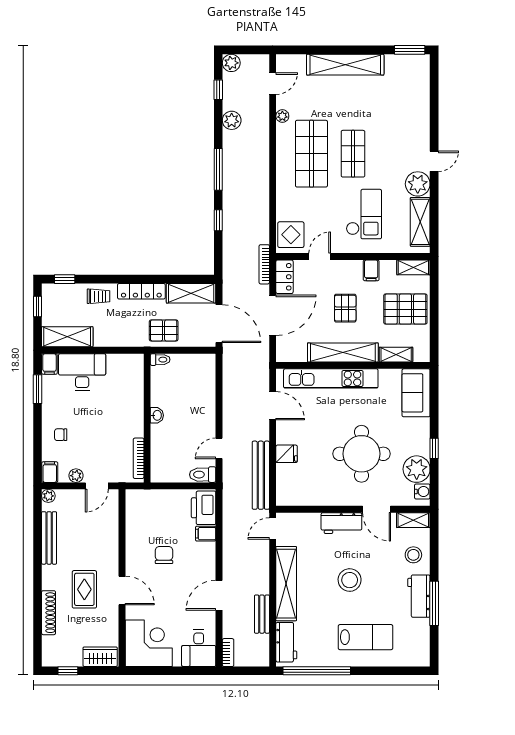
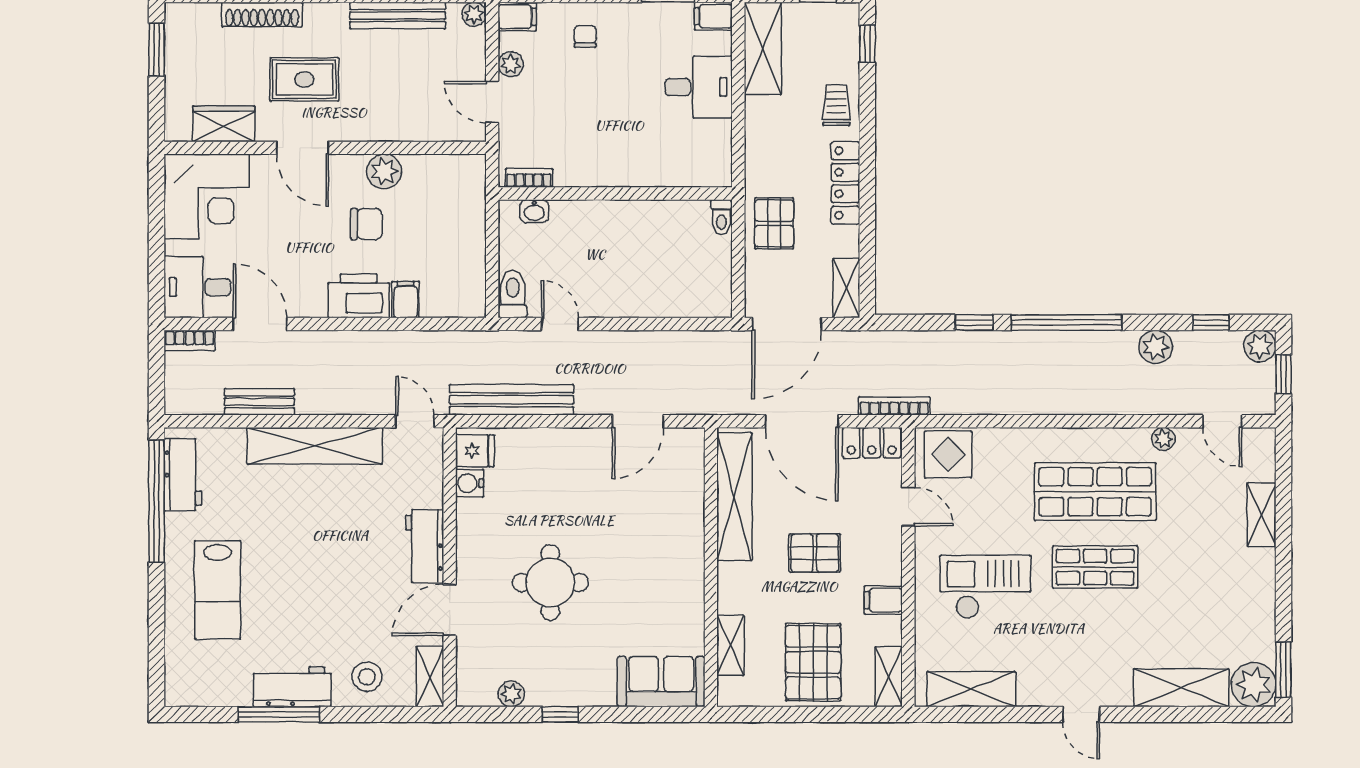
window: (247, 50) -> (1283, 374), added
shelving: (345, 65) -> (1262, 515), width x0.45, depth x0.75
shelving: (419, 106) -> (1181, 688), added
window: (218, 169) -> (1067, 323), width x1.46
plant: (418, 184) -> (1254, 685), moved
checkout: (364, 214) -> (985, 587), turned 180
shelving: (191, 293) -> (846, 288), width x0.67, depth x0.75
trolley: (99, 296) -> (836, 105), turned 180
shelving: (343, 352) -> (734, 497), moved
desk: (82, 372) -> (699, 87), width x0.73
kitchen unit: (331, 378) -> (687, 527), removed
washbasin: (157, 415) -> (534, 211), moved
fridge: (287, 454) -> (475, 451), moved, turned -90
round table: (362, 454) -> (550, 583), width x0.73, depth x0.73
bookcase: (139, 458) -> (529, 178), width x0.64
plant: (417, 469) -> (511, 694), width x0.53, depth x0.53
water cooler: (422, 491) -> (470, 483), moved, turned 90
printer: (204, 508) -> (359, 296), moved
plant: (135, 545) -> (384, 171), added
stool: (350, 580) -> (321, 561), removed
door: (122, 590) -> (302, 148), hinge flipped
door: (219, 595) -> (260, 324), moved
workbench: (286, 642) -> (183, 475), moved, turned -90
wardrobe: (100, 657) -> (224, 124), moved, turned -90
window: (68, 671) -> (156, 50), width x1.50

